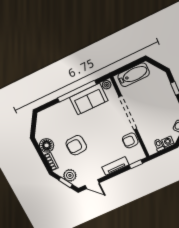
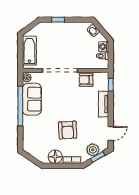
armchair: (130, 140) -> (86, 80), turned 90

